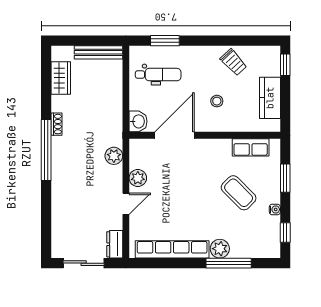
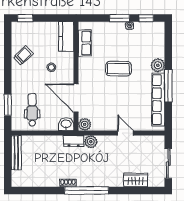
wardrobe: (61, 78) -> (136, 180), moved
kitchen counter: (270, 98) -> (66, 37), moved, turned 90
plant: (138, 178) -> (85, 124), moved
window: (285, 178) -> (120, 18), moved
coffee table: (239, 193) -> (118, 69), moved, turned 45
dresser: (115, 244) -> (74, 141), moved
window: (229, 263) -> (168, 86), moved

